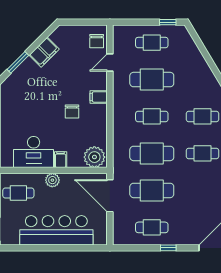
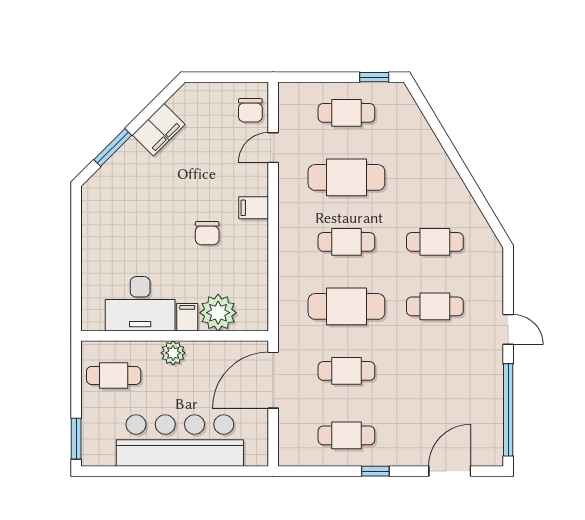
plant: (94, 157) -> (218, 313), moved
cafe table: (152, 190) -> (346, 371), width x0.73, depth x0.74
door: (110, 196) -> (273, 380), hinge flipped

